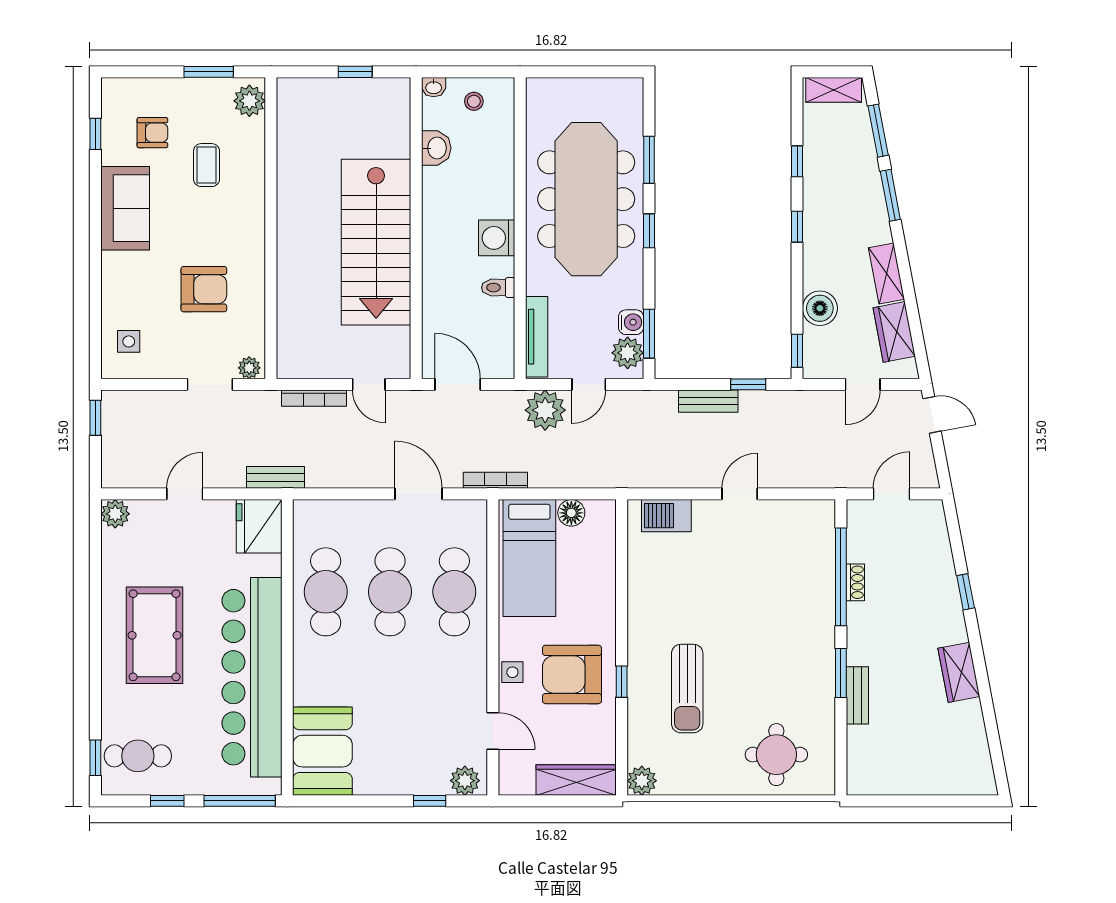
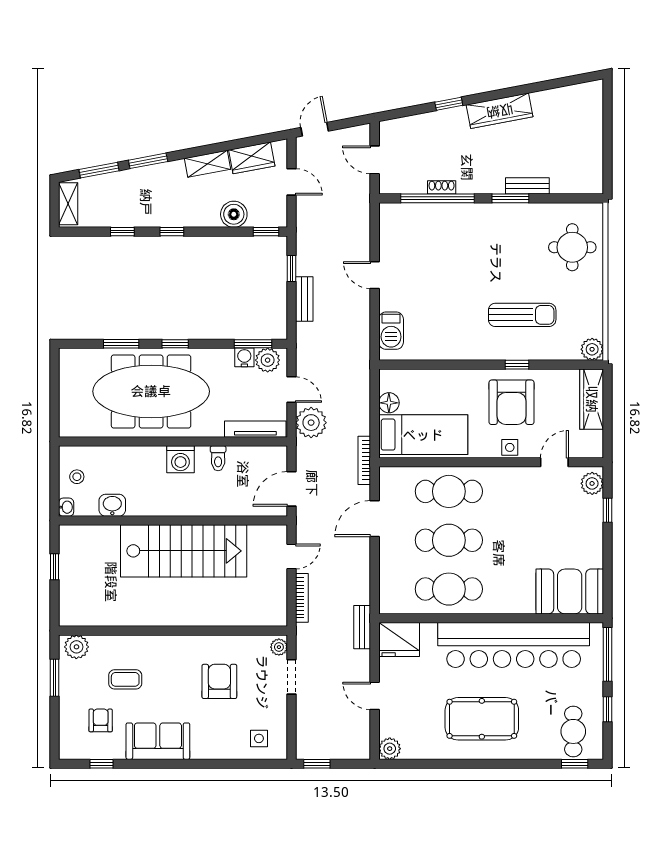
wardrobe: (959, 672) -> (500, 111), width x1.50

